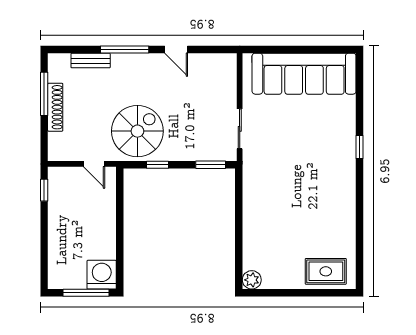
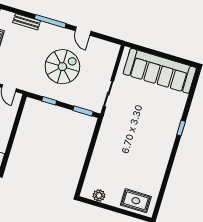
spiral stairs: (137, 131) -> (62, 67), moved
plant: (252, 280) -> (99, 195), moved

